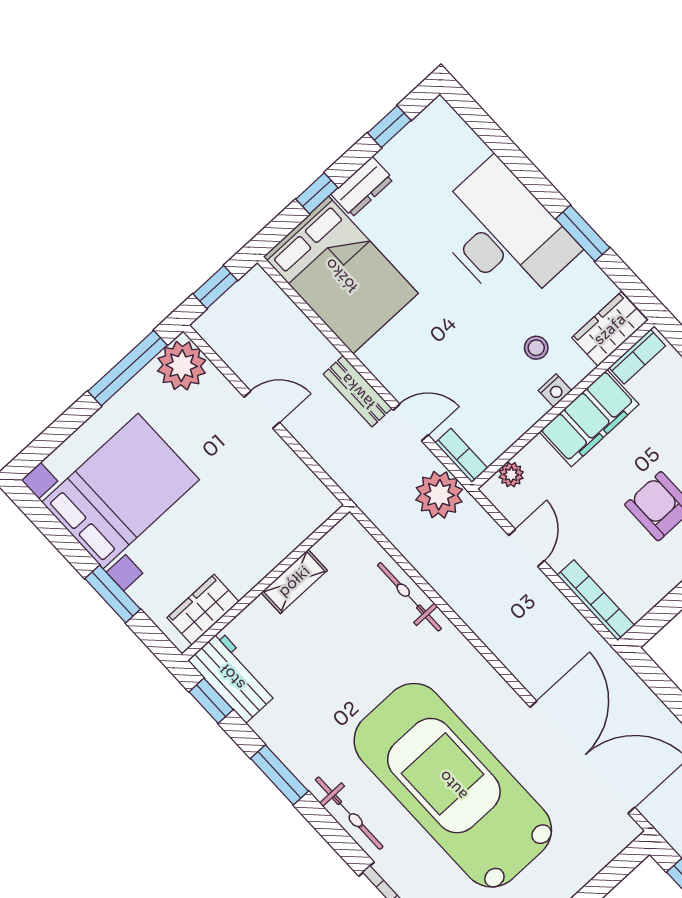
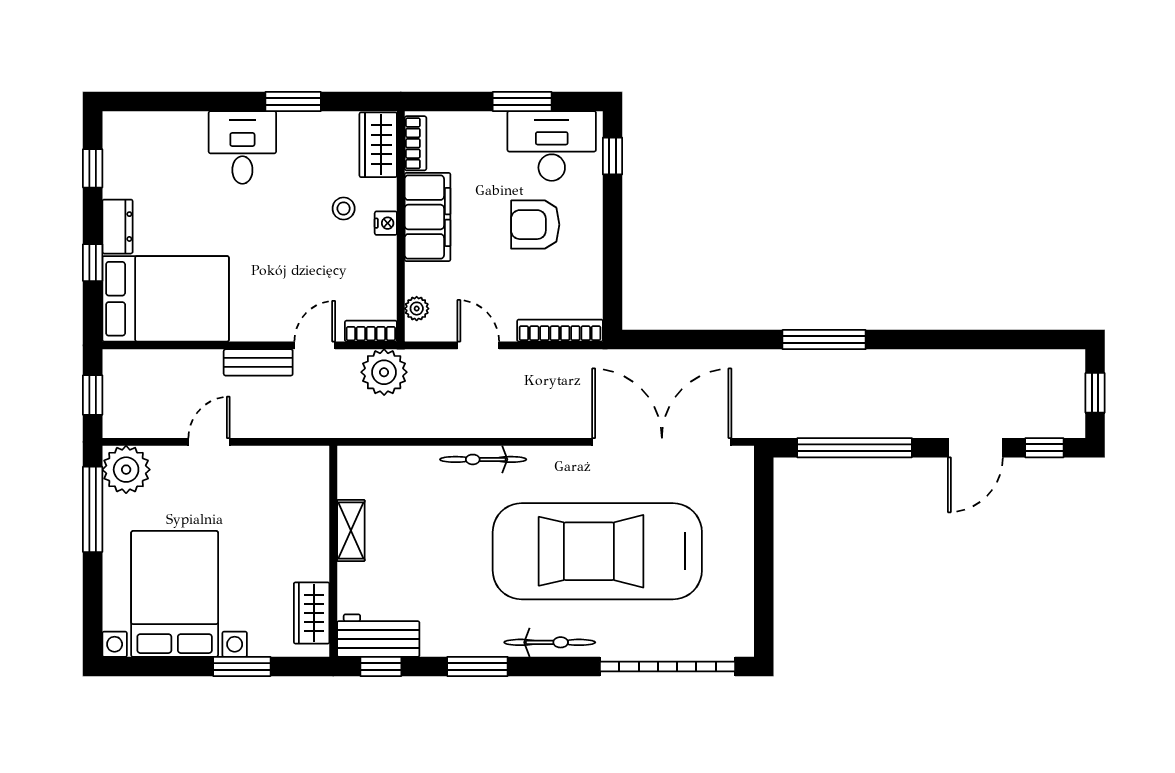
desk: (503, 234) -> (242, 147), width x0.53, depth x0.77
bicycle: (409, 597) -> (483, 459), moved

